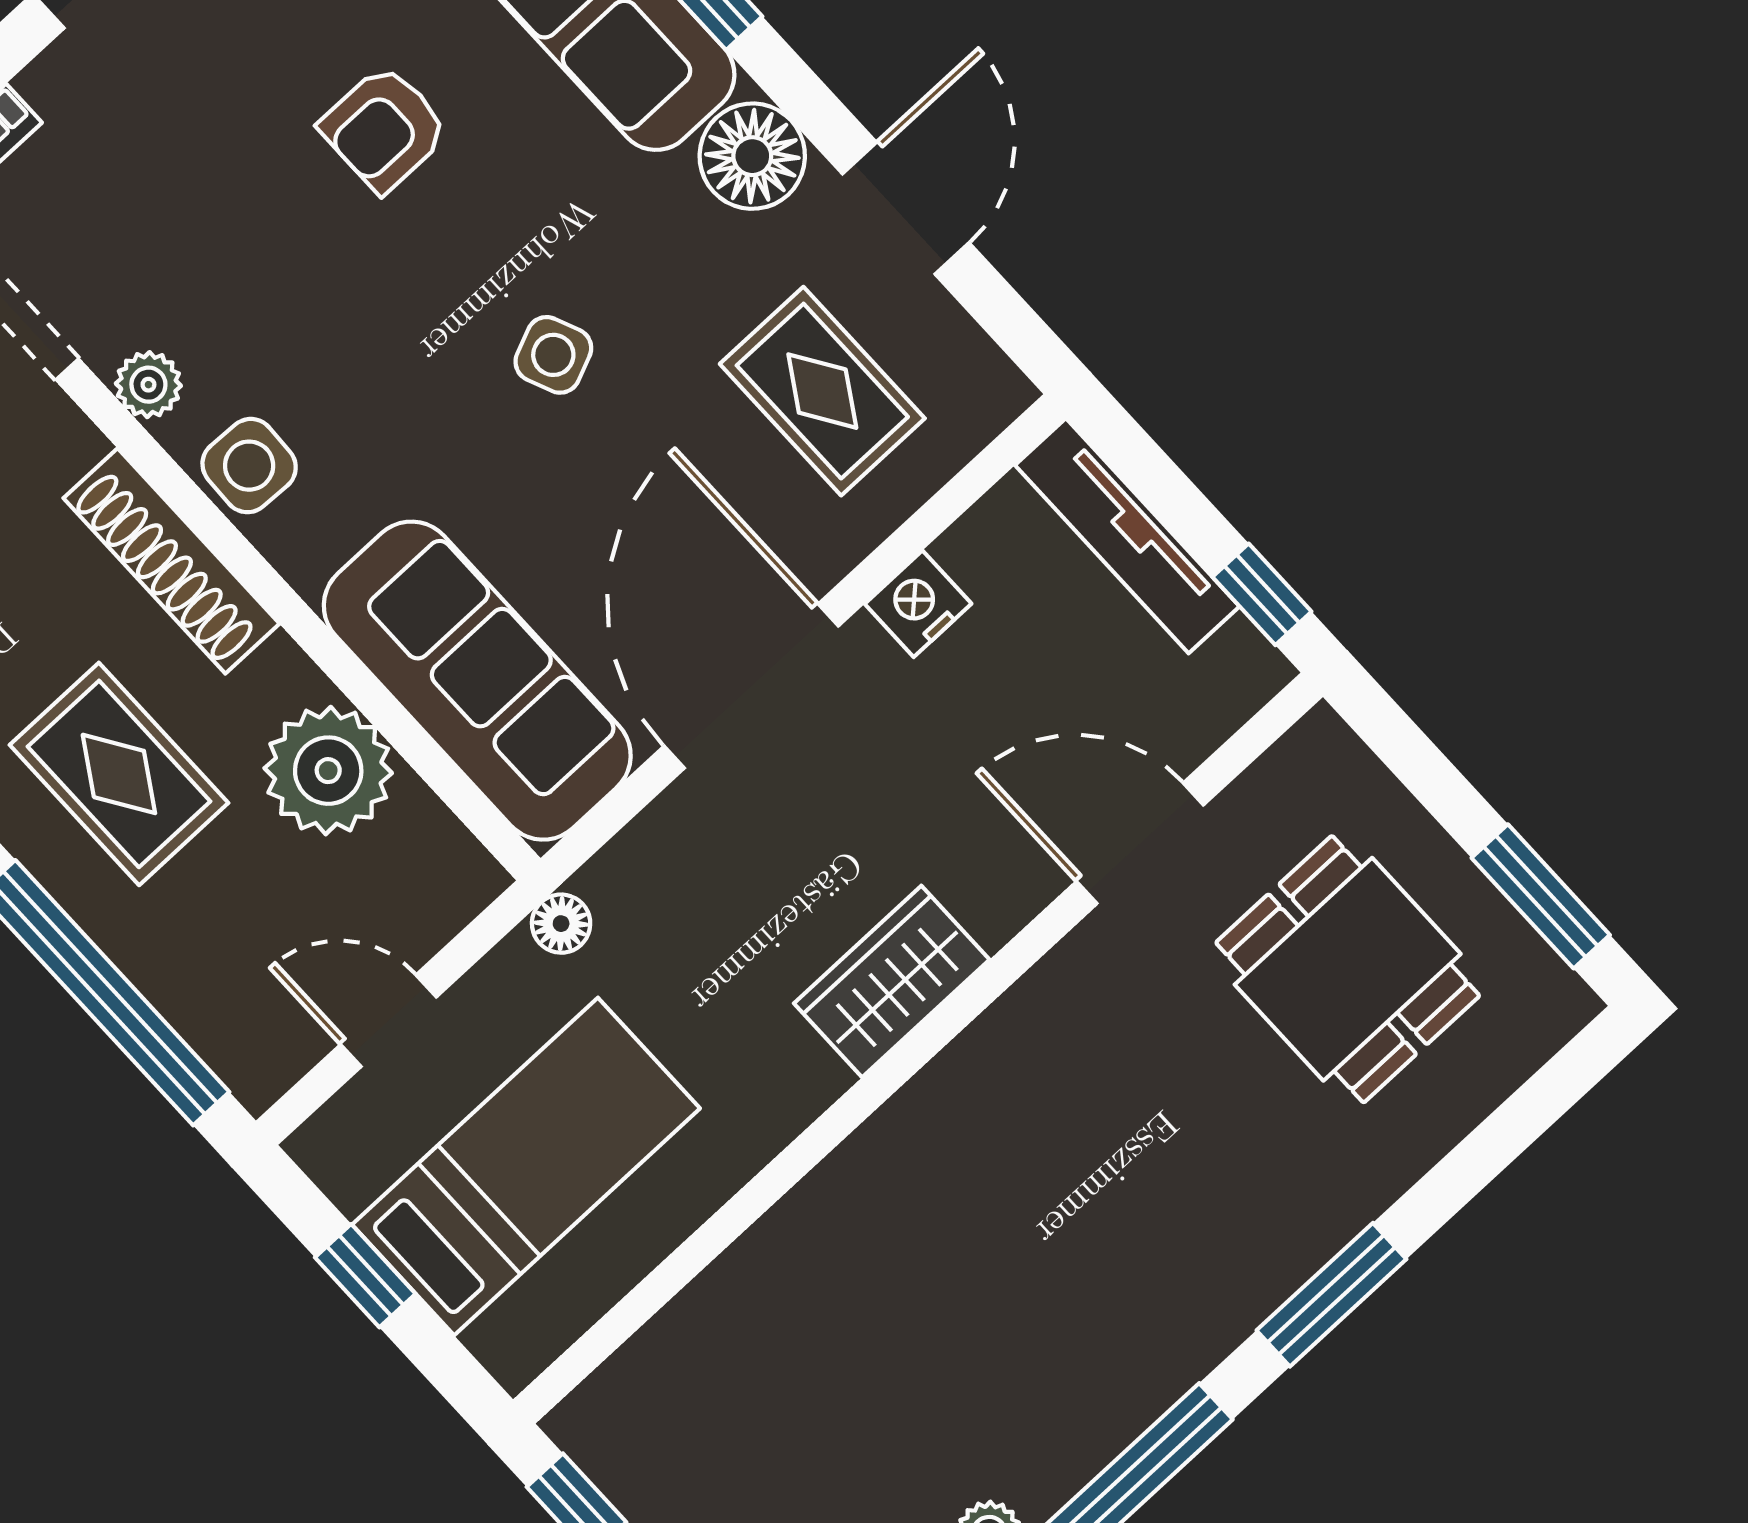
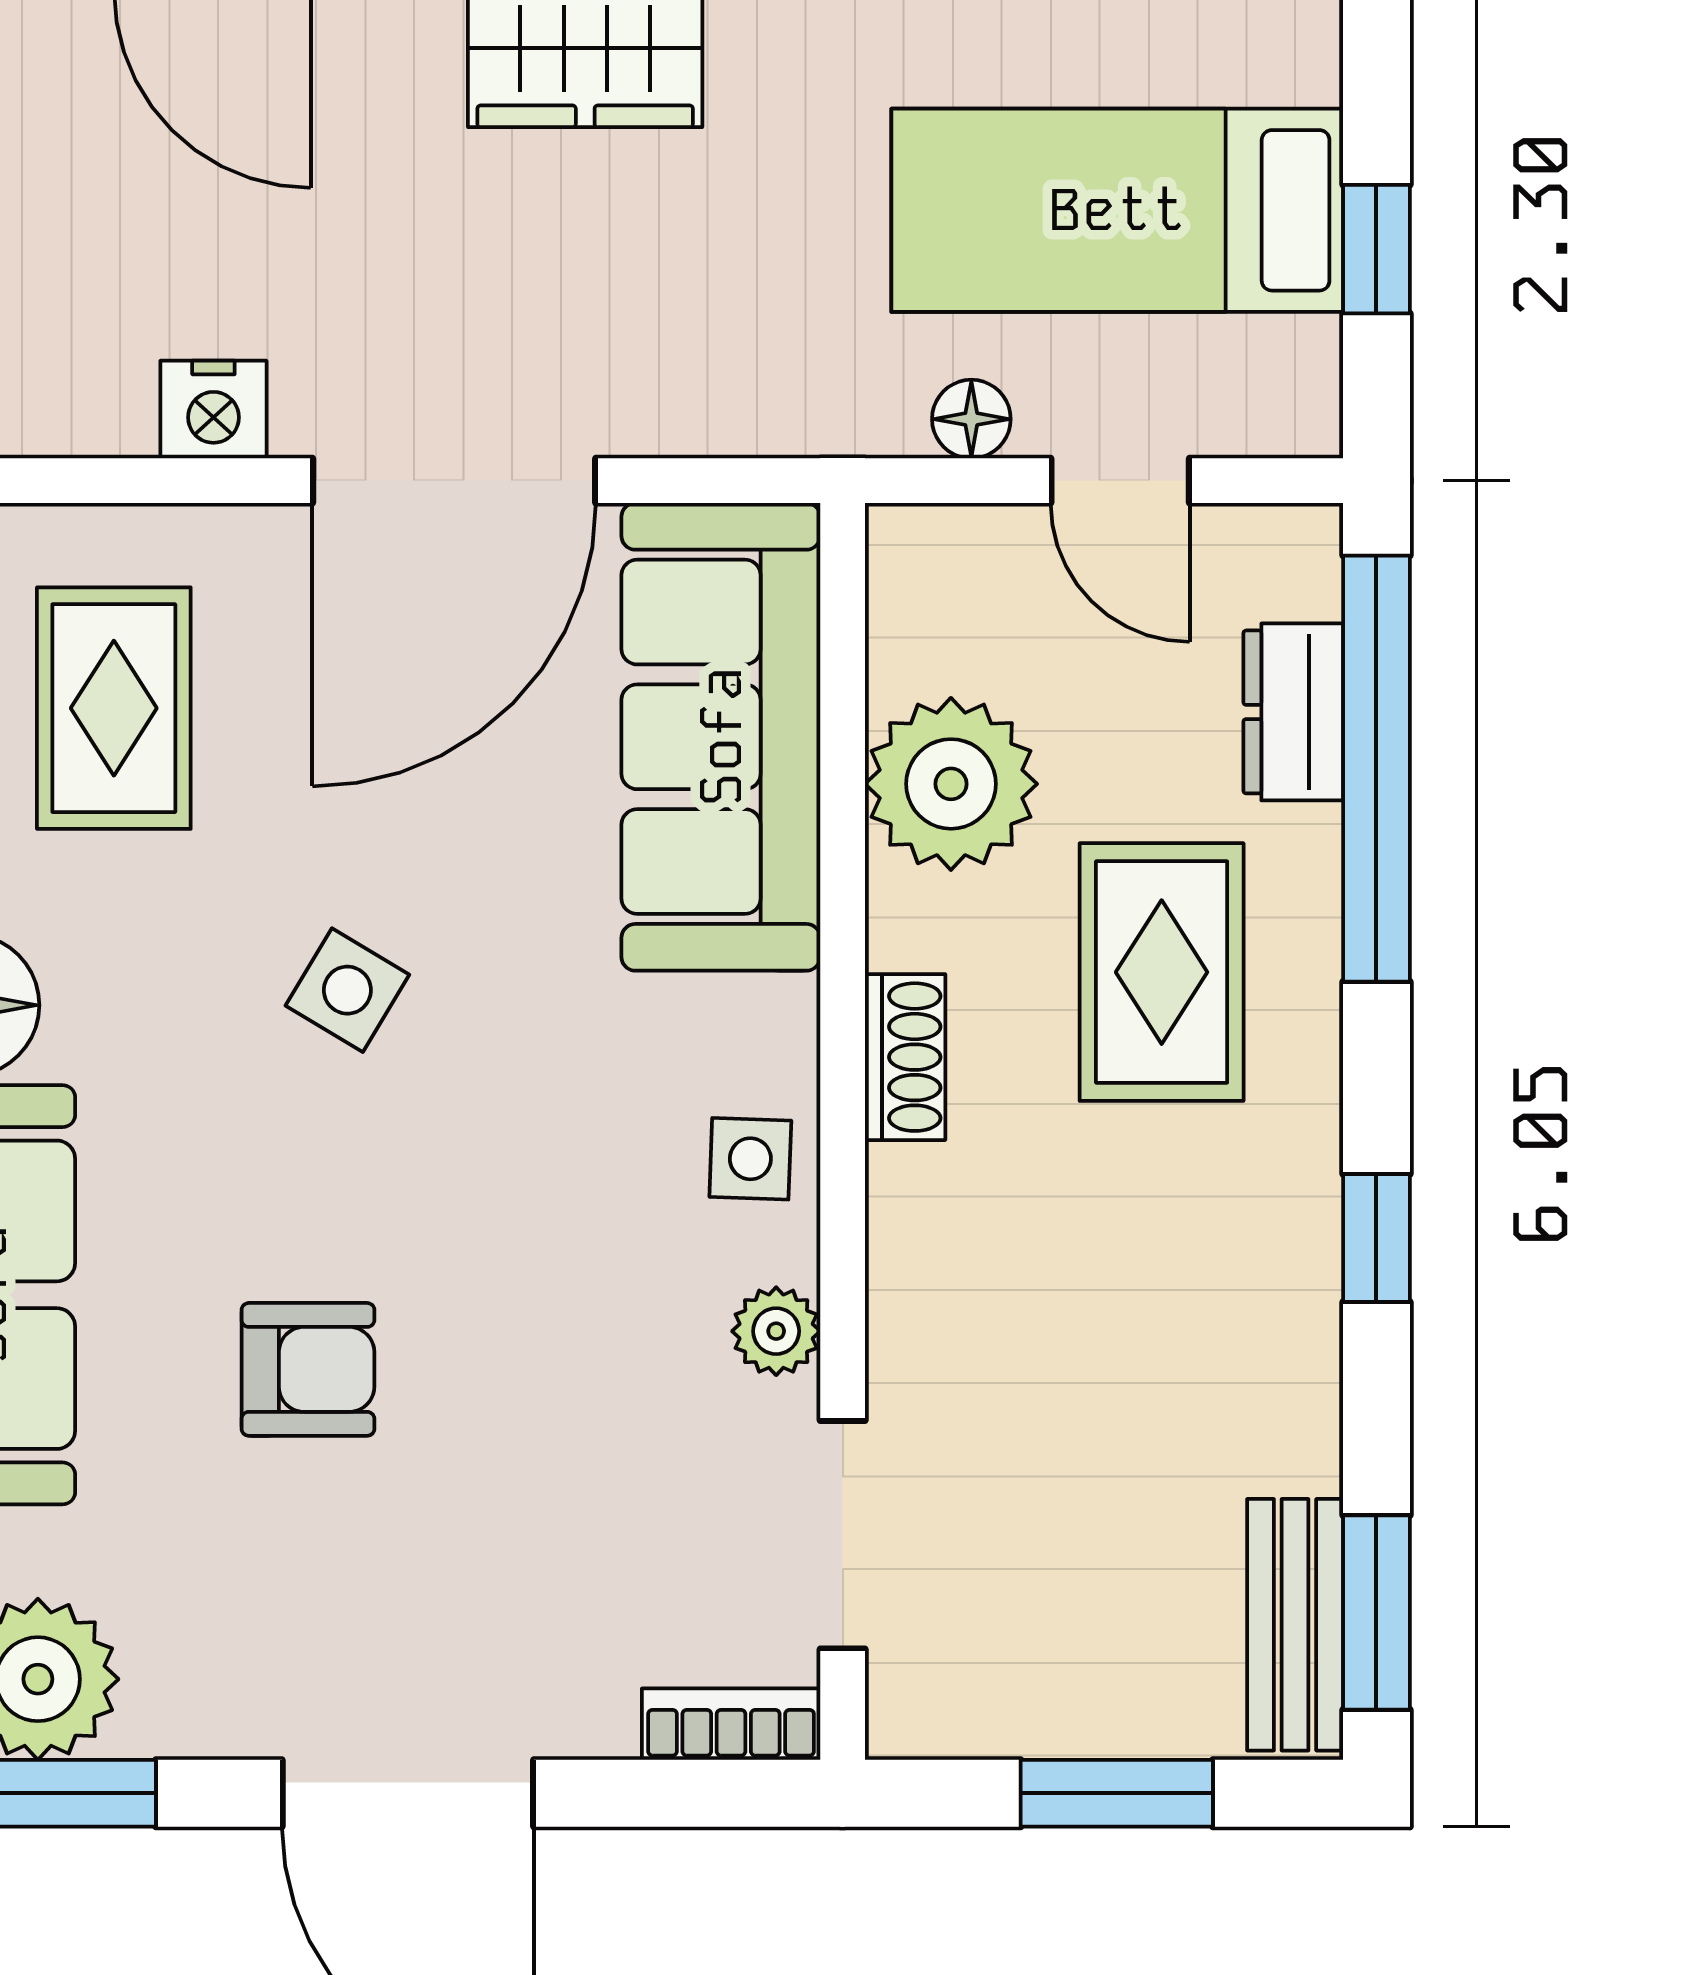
side table: (553, 355) -> (347, 990), turned -36
side table: (249, 466) -> (750, 1159), width x0.73, depth x0.73
shoe rack: (171, 561) -> (905, 1057), width x0.51, depth x0.81
floor lamp: (561, 924) -> (971, 419), moved
dresser: (178, 982) -> (1293, 712), added

